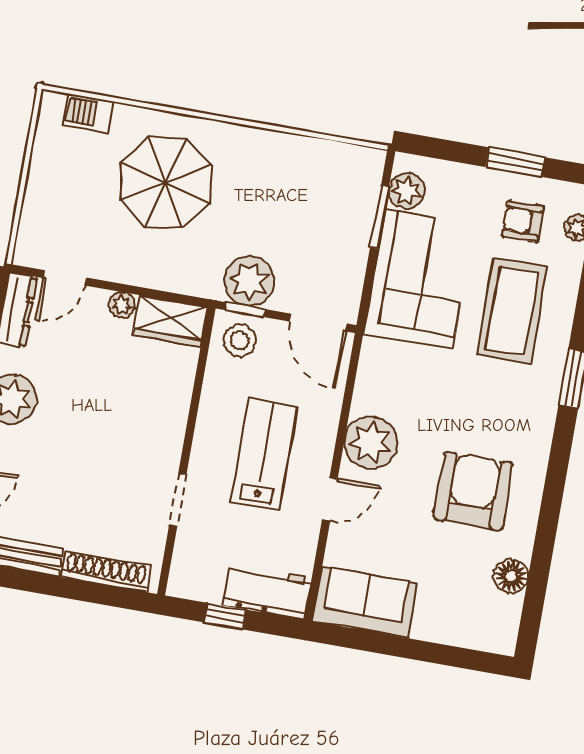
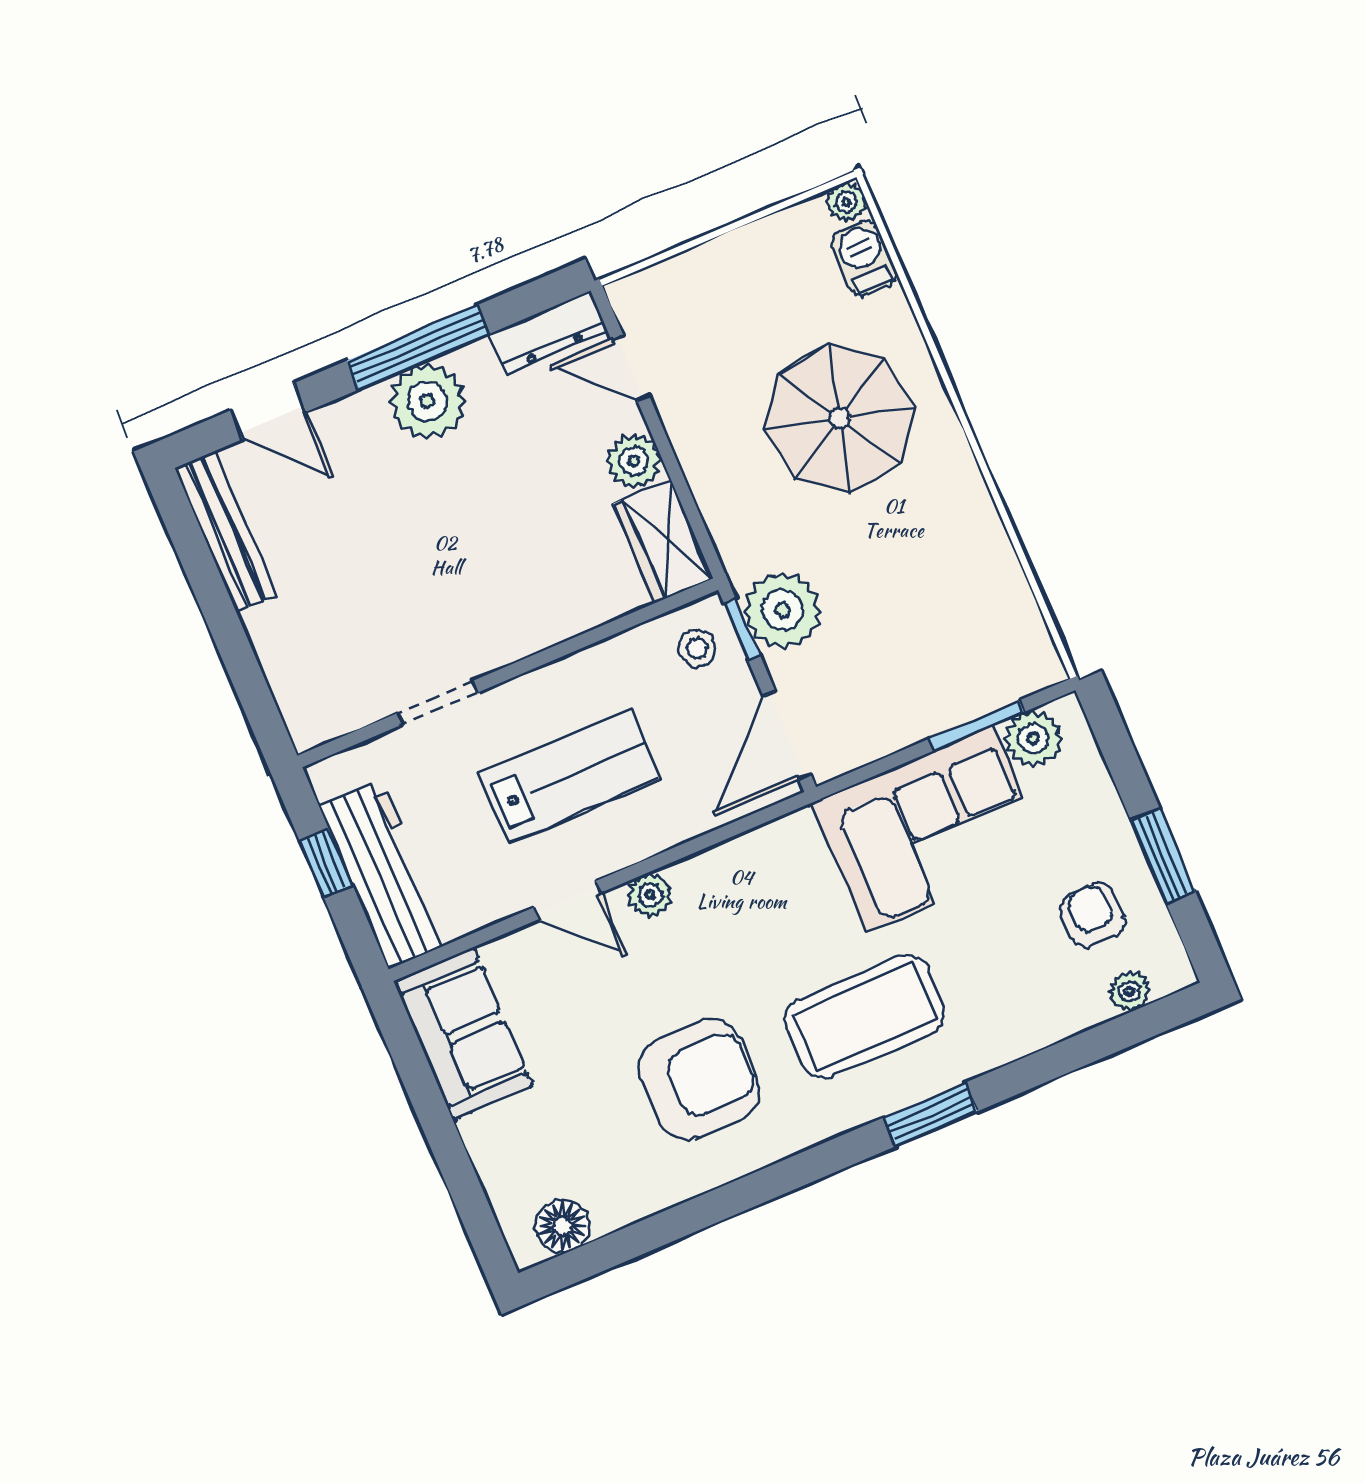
plant: (52, 103) -> (846, 202), added
plant: (122, 305) -> (634, 461), width x1.38, depth x1.38
coffee table: (512, 311) -> (865, 1016), moved
stool: (240, 340) -> (697, 648), width x0.73, depth x0.73
plant: (371, 443) -> (650, 895), width x0.53, depth x0.53
shoe rack: (106, 571) -> (283, 670), removed
floor lamp: (511, 576) -> (562, 1226), moved
workbench: (267, 591) -> (384, 874), width x1.38

